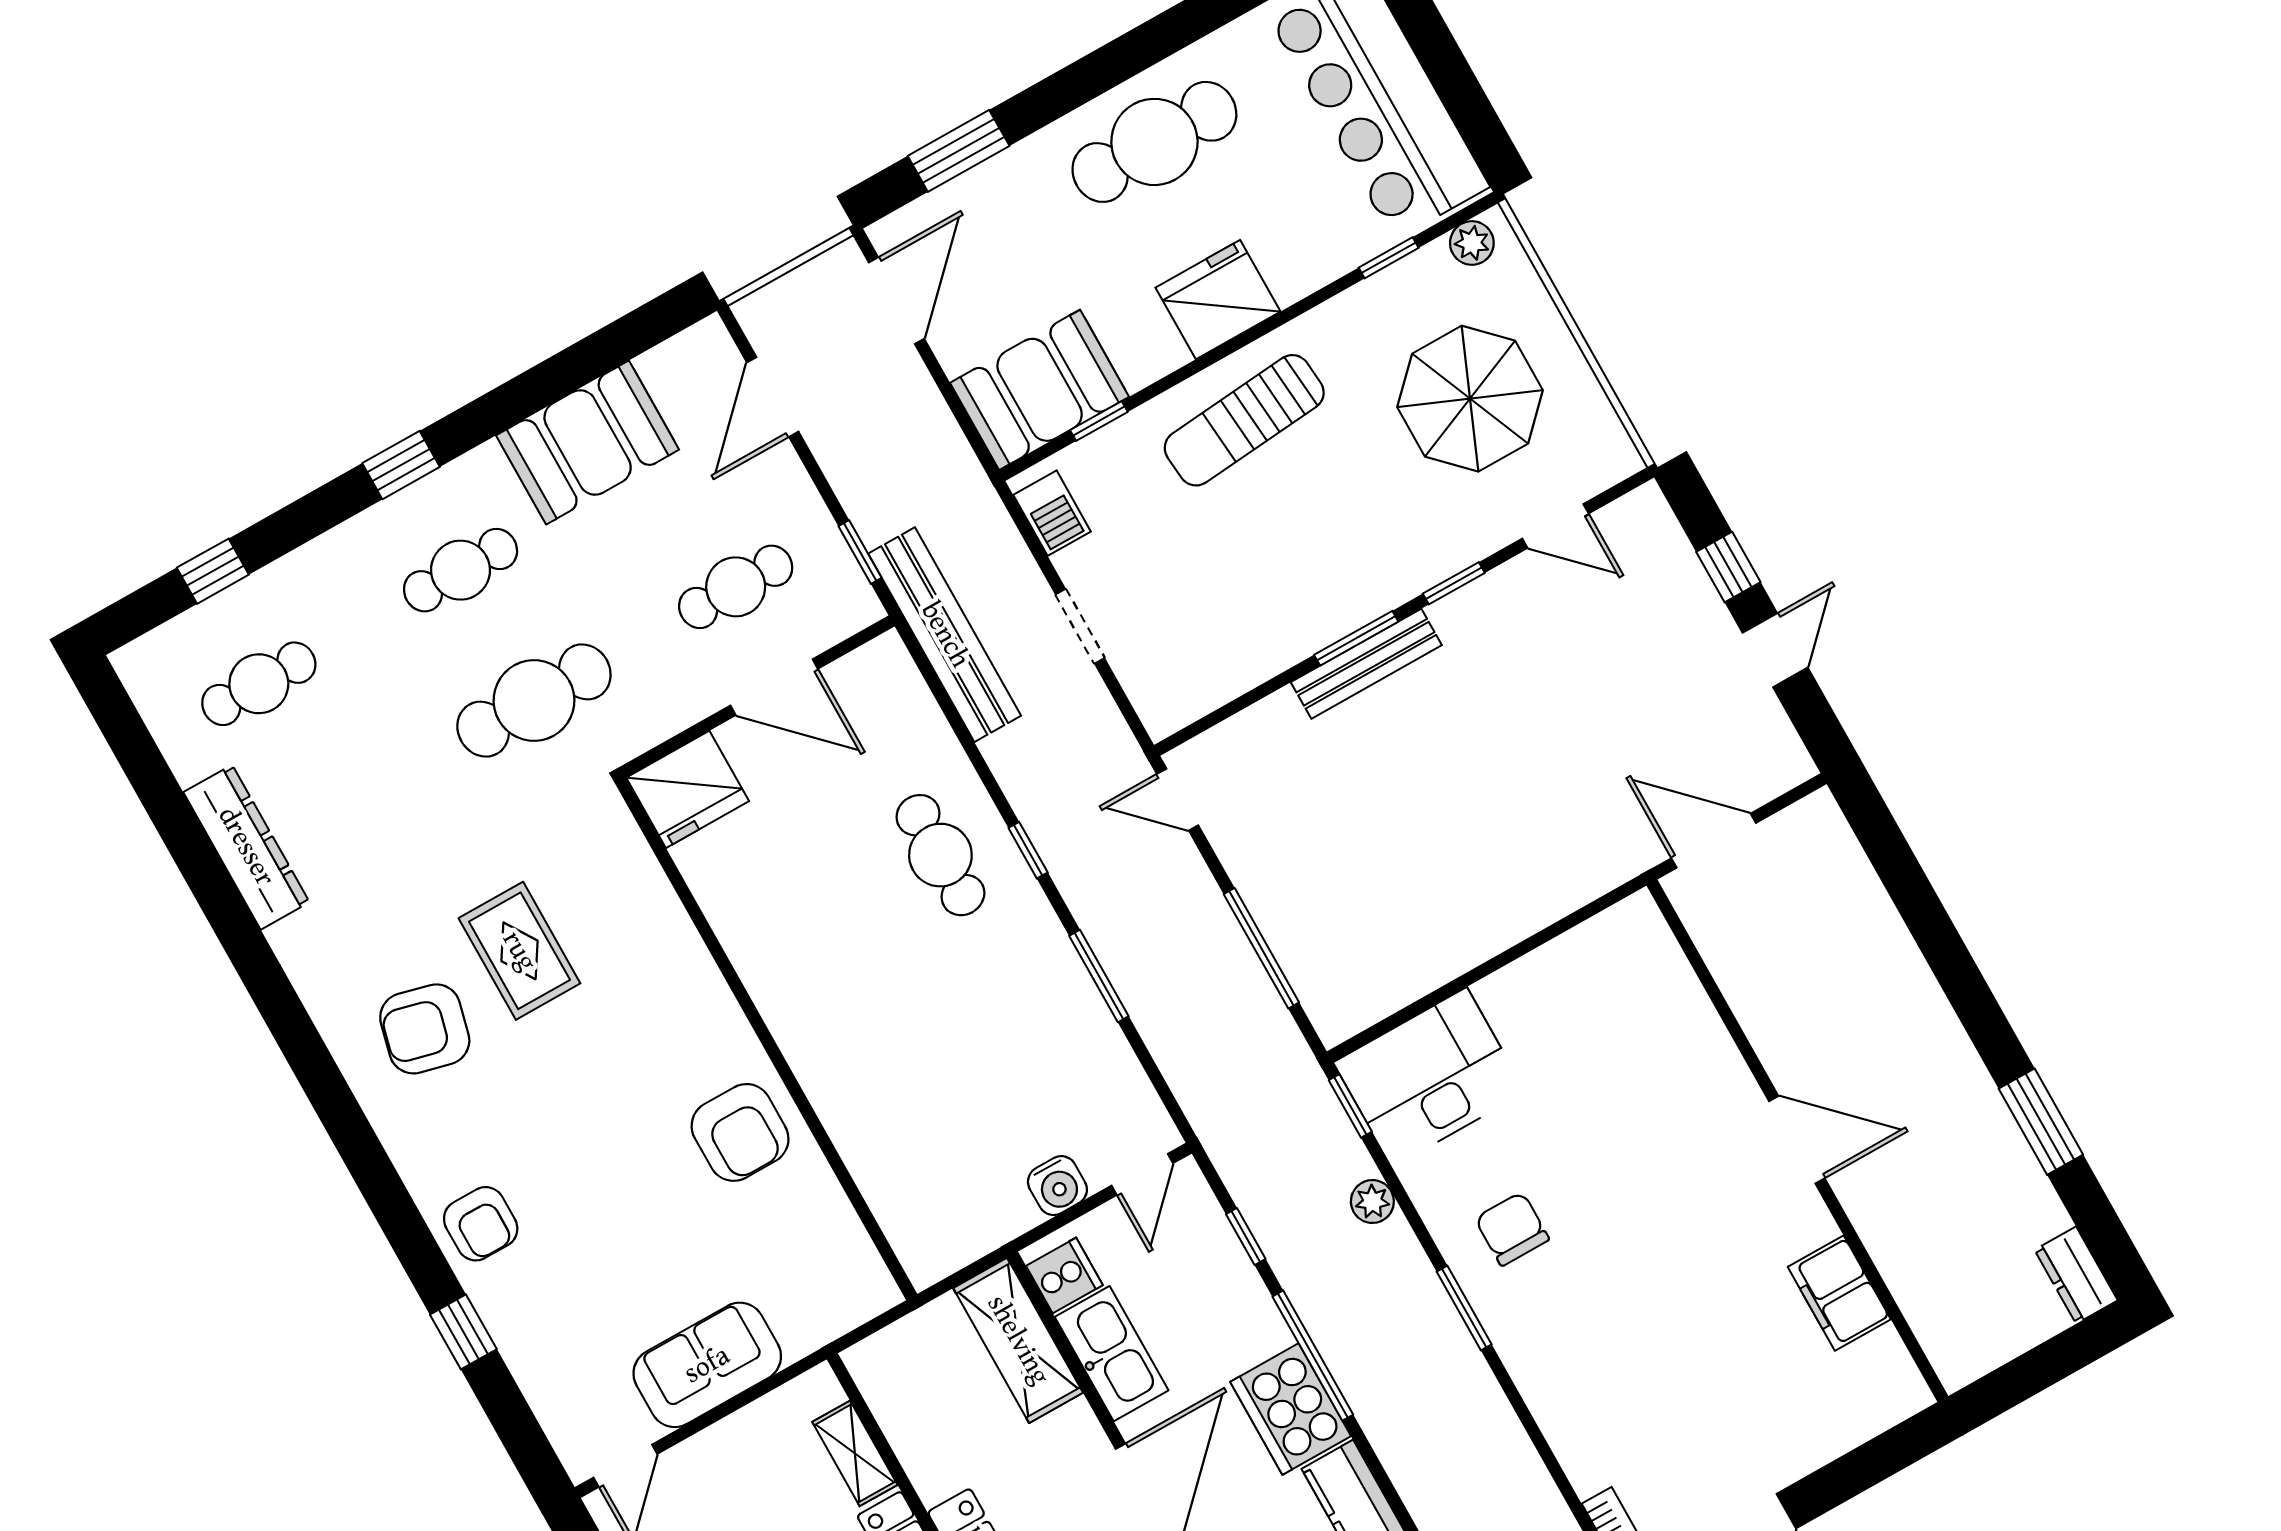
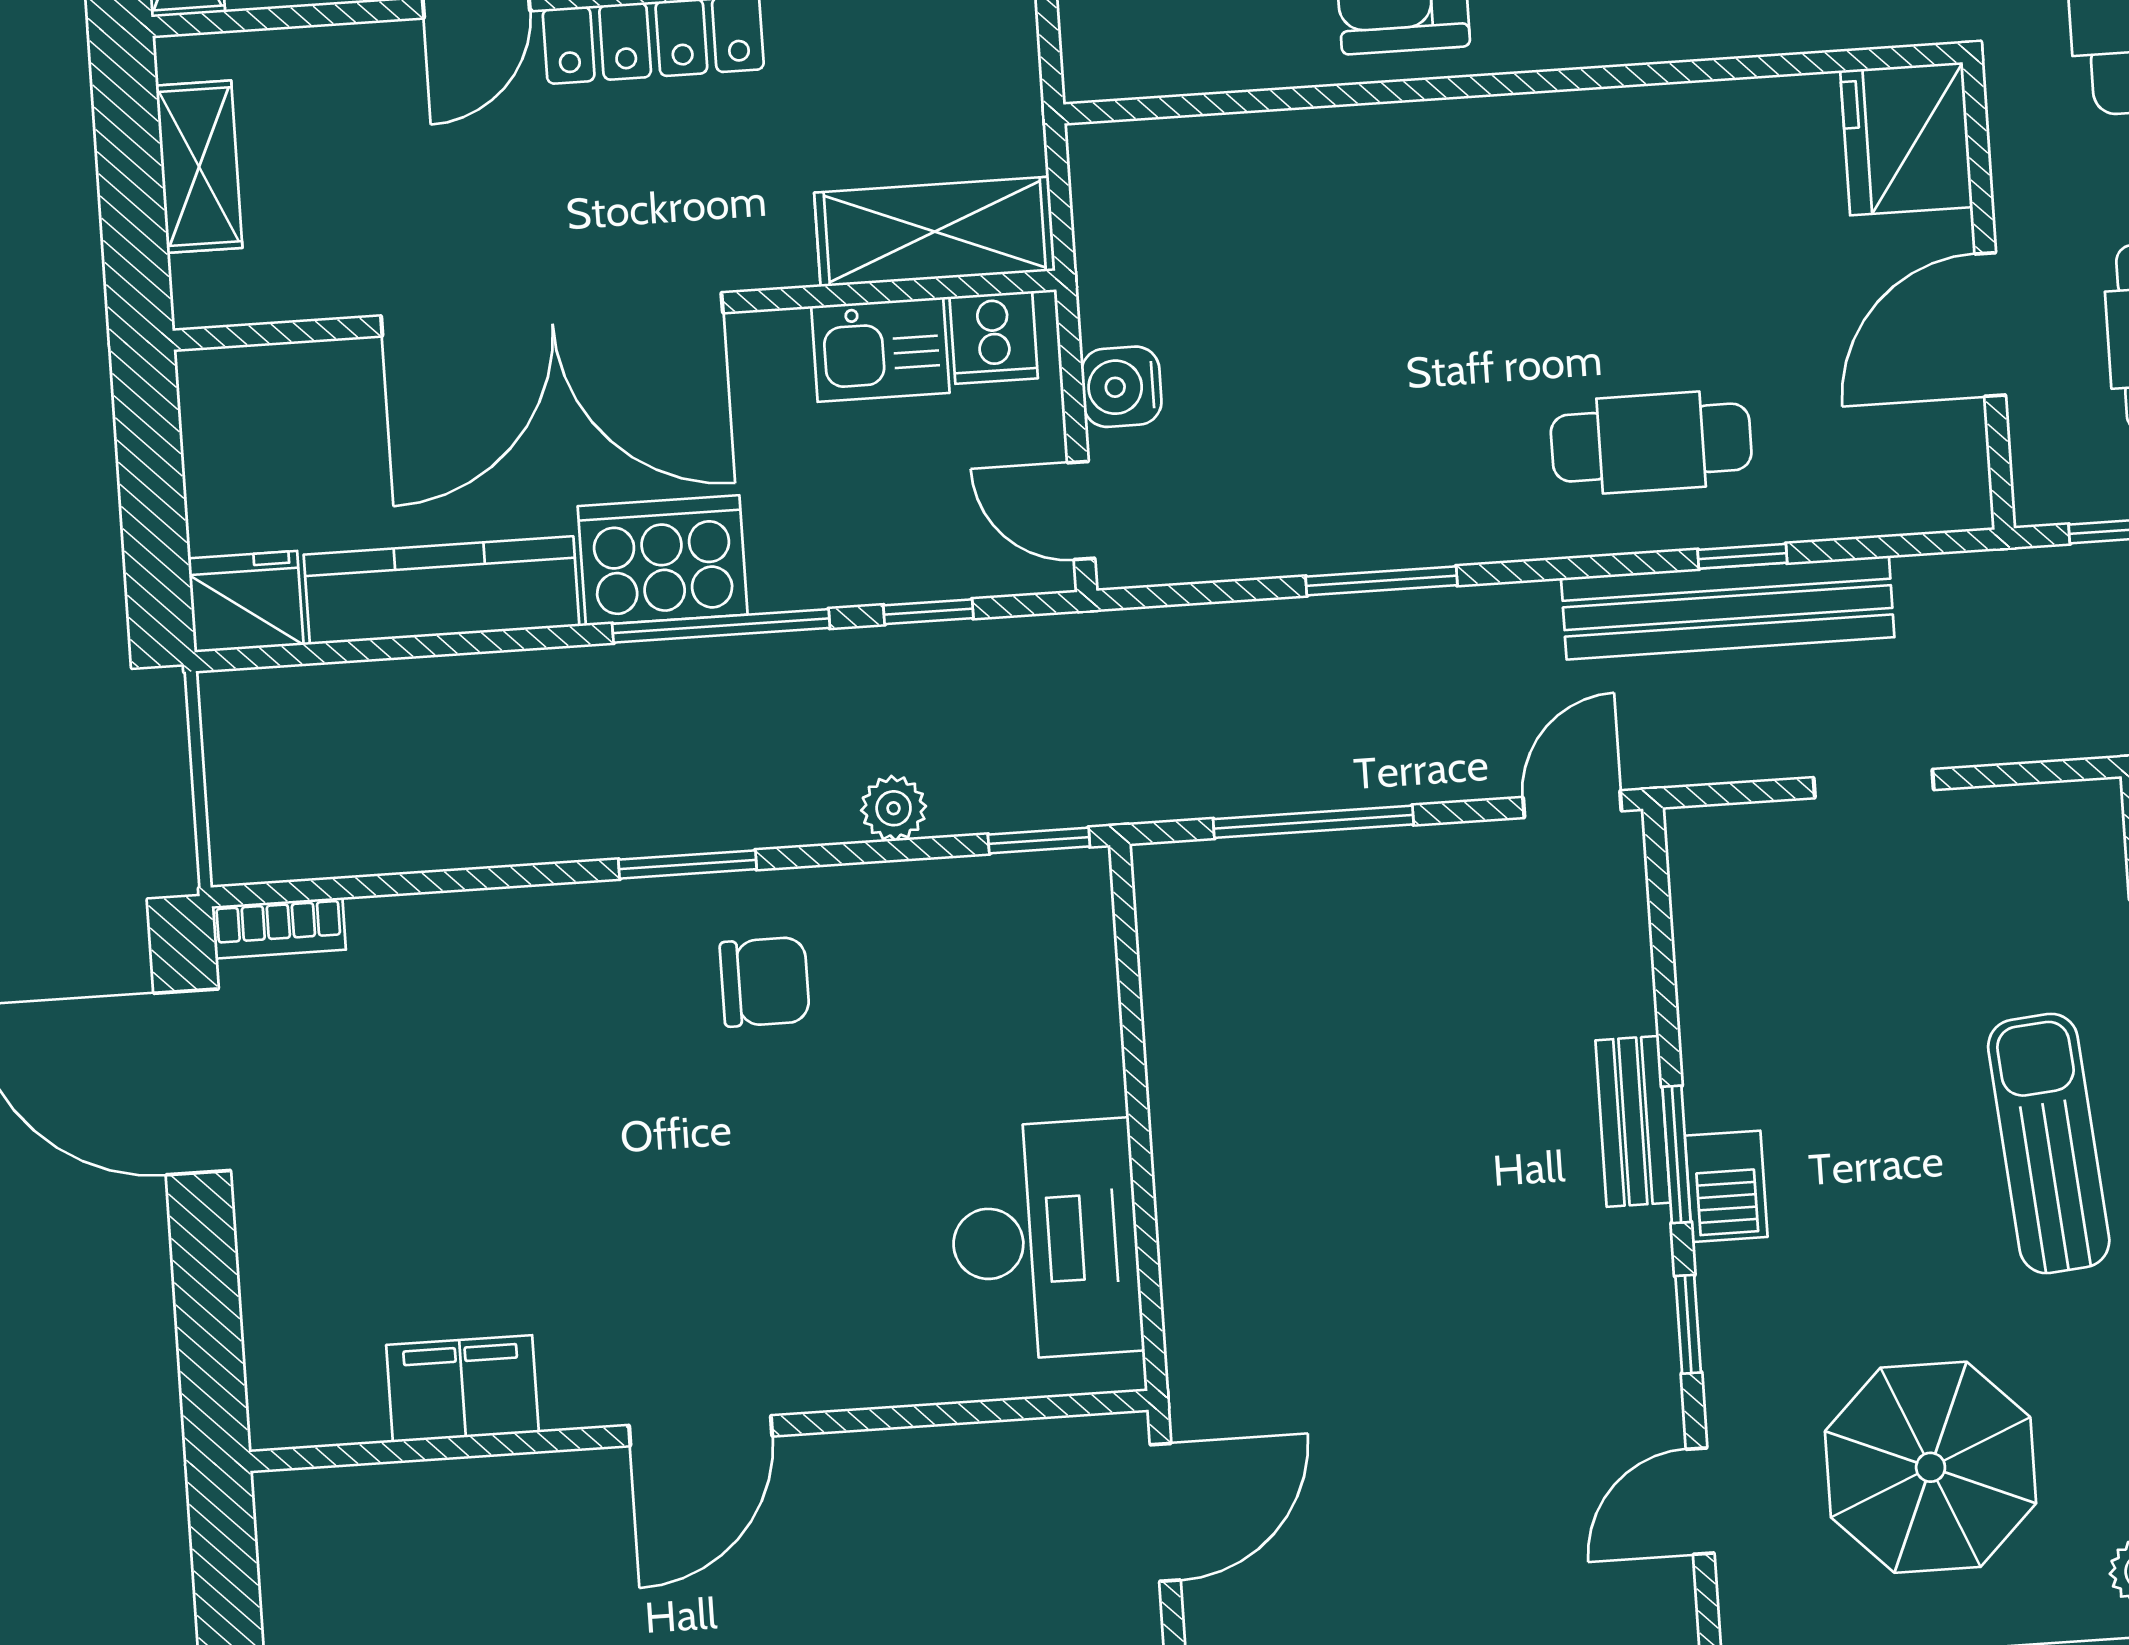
barbecue: (1052, 513) -> (1726, 1186), moved, turned -90
bench: (945, 635) -> (1728, 608), moved
bench: (1366, 664) -> (1633, 1121), width x0.73
window: (1028, 850) -> (1742, 556), moved
desk: (1429, 1077) -> (1045, 1240), moved
kitchen sink: (1112, 1354) -> (880, 350), width x0.73

